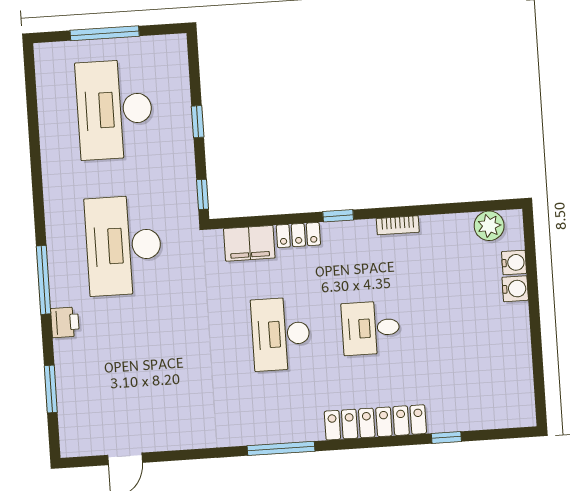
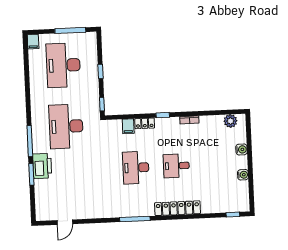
window: (105, 33) -> (70, 30), moved
filing cabinet: (46, 58) -> (33, 42), added
filing cabinet: (249, 243) -> (128, 126), width x0.50
water cooler: (514, 263) -> (243, 175), moved
printer: (65, 322) -> (42, 166), width x1.87, depth x1.48
window: (51, 389) -> (31, 174), moved
window: (446, 437) -> (233, 215), moved

